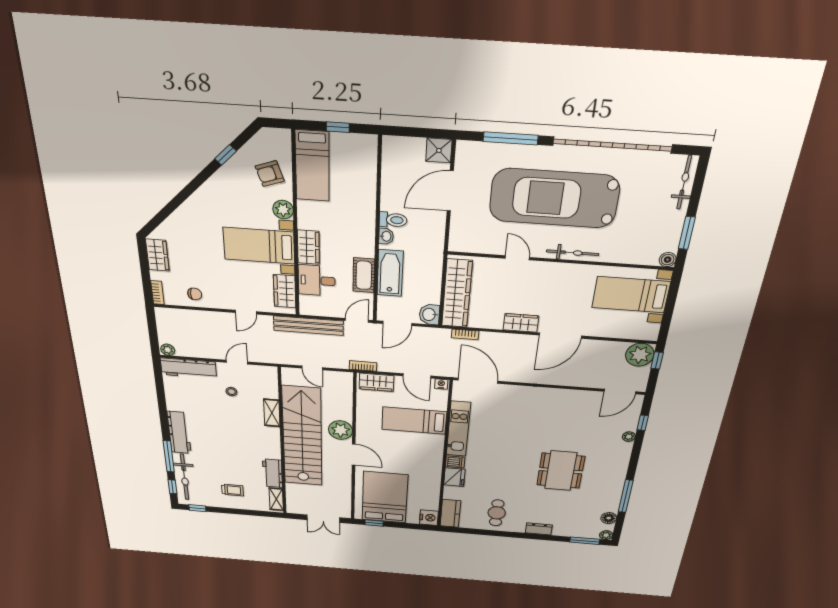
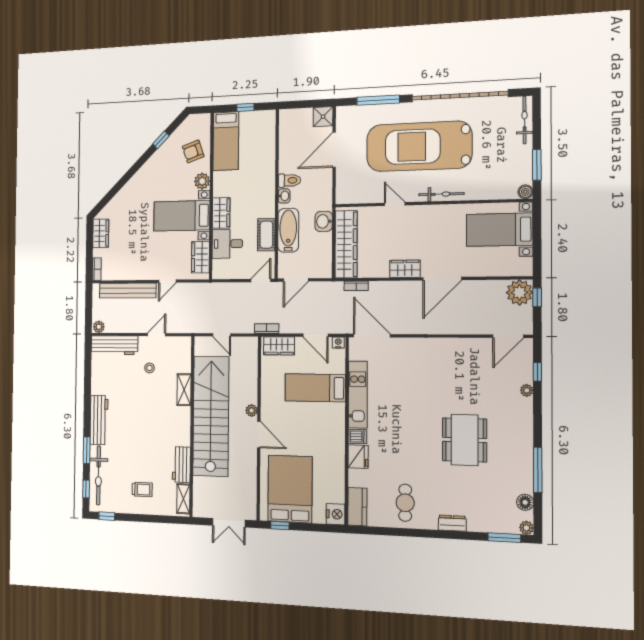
chair: (195, 294) -> (127, 267), removed
washbasin: (429, 314) -> (324, 221), moved
bench: (308, 326) -> (128, 291), moved
plant: (341, 430) -> (252, 410), width x0.53, depth x0.53
window: (169, 456) -> (87, 450), width x0.69

